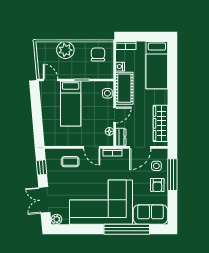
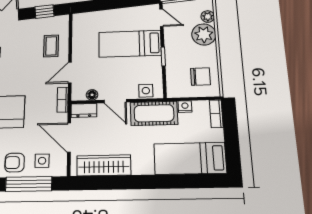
plant: (51, 46) -> (208, 17), added
door: (50, 80) -> (161, 18), hinge flipped

